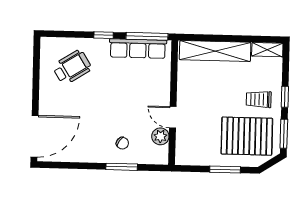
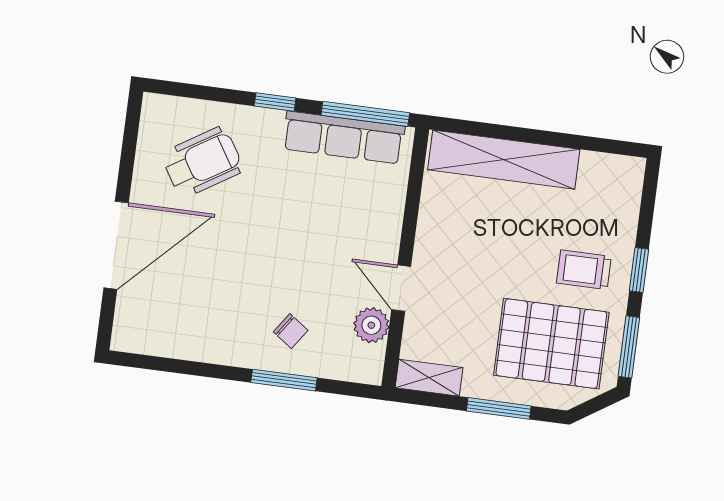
shelving: (267, 50) -> (429, 378), moved
door: (34, 136) -> (116, 245), moved

